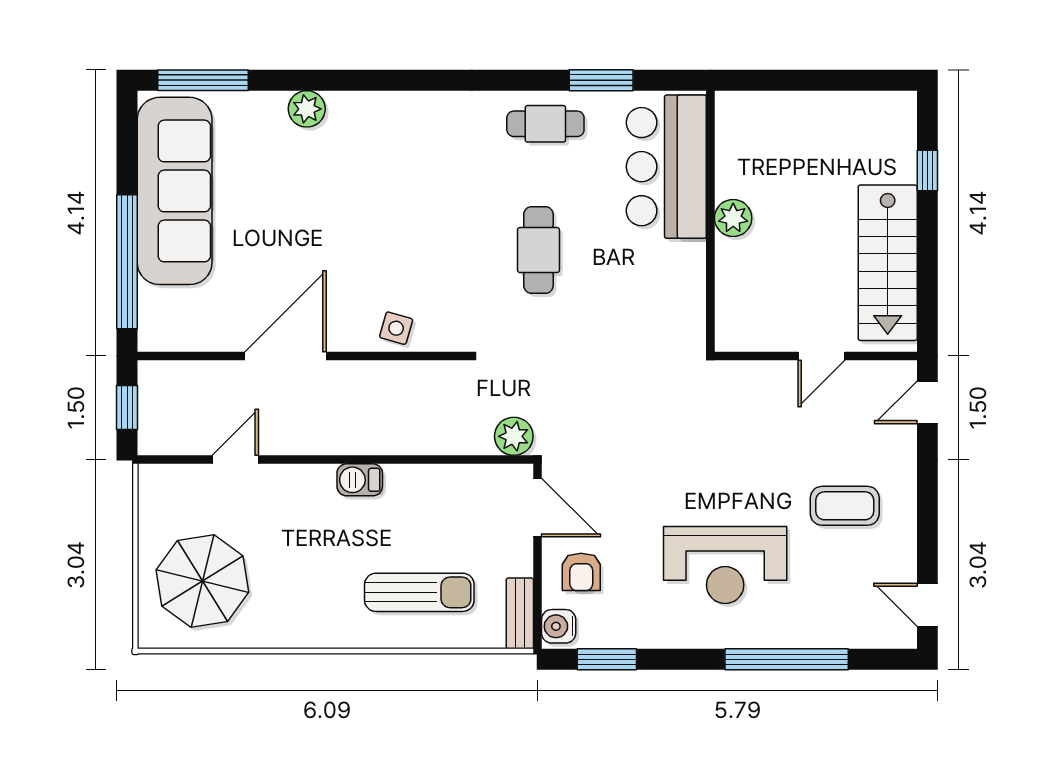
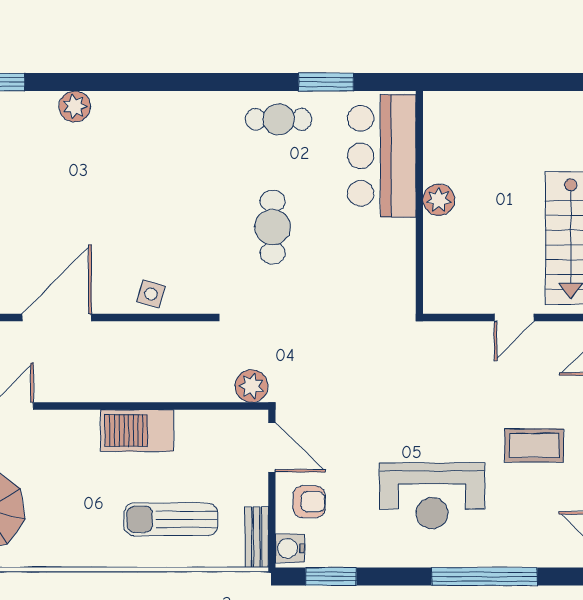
barbecue: (360, 480) -> (137, 431), width x1.88, depth x1.53
armchair: (581, 572) -> (309, 502), turned -90
sun lounger: (419, 592) -> (171, 519), turned 180

